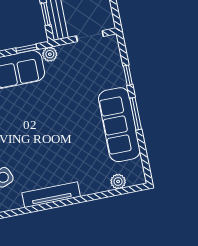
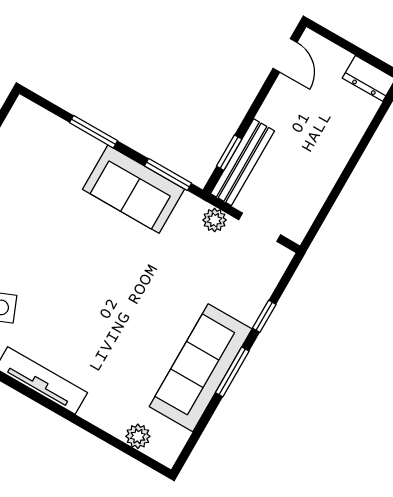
window: (26, 49) -> (168, 175), width x1.50
plant: (50, 54) -> (215, 220), moved

